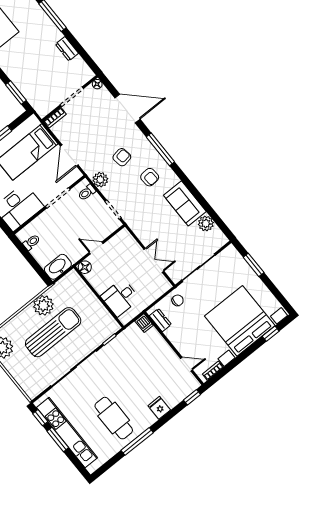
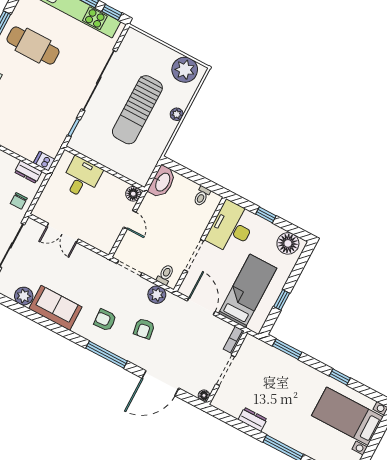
door: (96, 248) -> (130, 220), hinge flipped
plant: (43, 305) -> (177, 114), moved, width x0.53, depth x0.53

